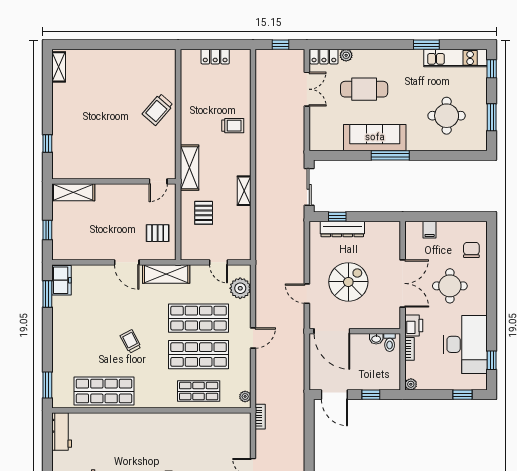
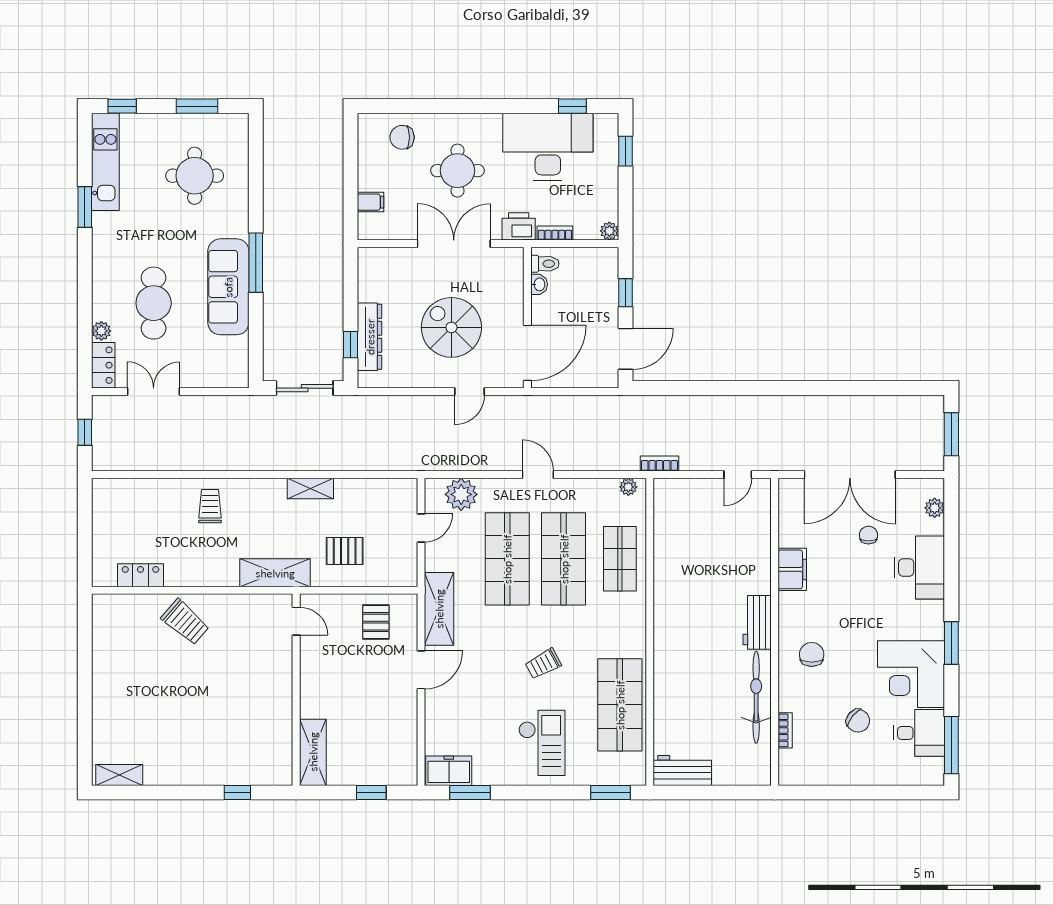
locker: (215, 57) -> (140, 575), moved, turned -90
checkout: (79, 341) -> (542, 743), added

